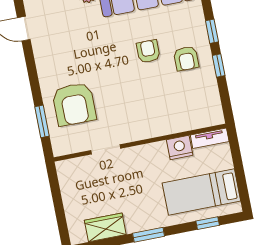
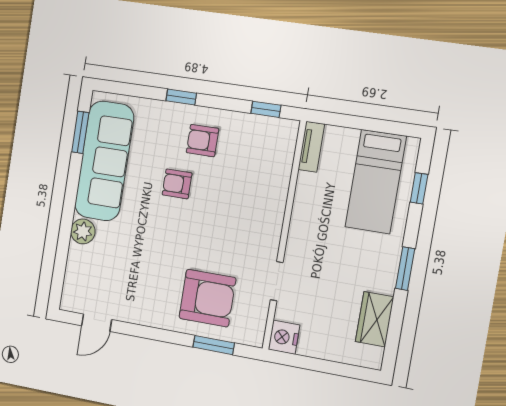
armchair: (186, 58) -> (203, 141), turned 180
window: (219, 66) -> (266, 109), moved
nightstand: (180, 147) -> (284, 337), moved

